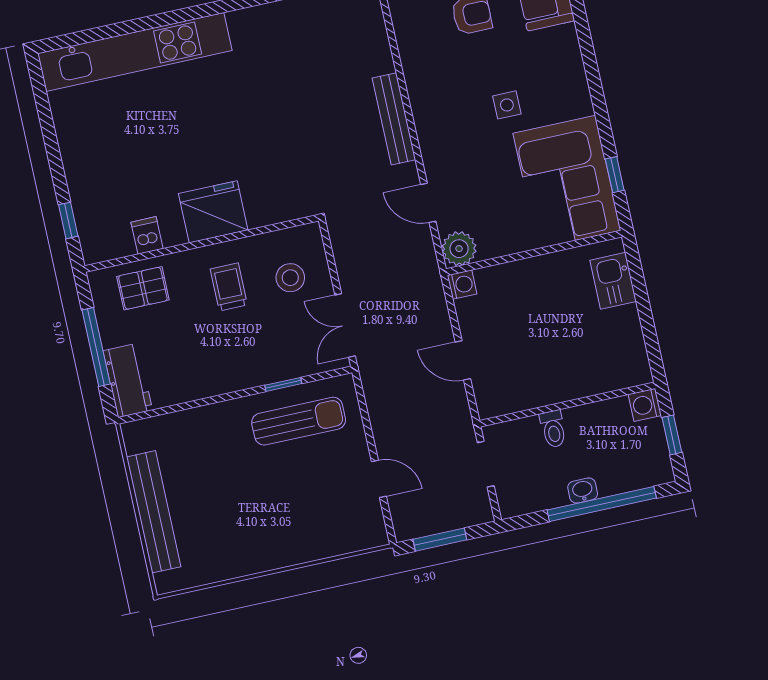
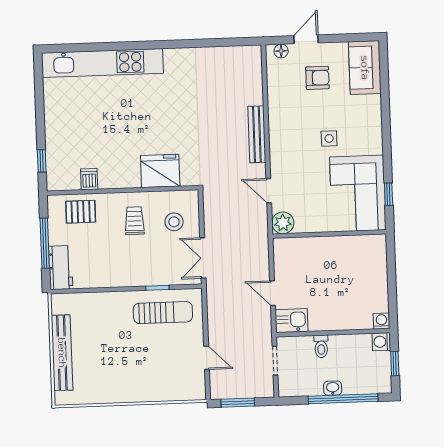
fridge: (213, 212) -> (160, 171), moved
kitchen sink: (613, 281) -> (292, 321), moved, turned 90
washing machine: (462, 285) -> (381, 321), moved, turned -90

